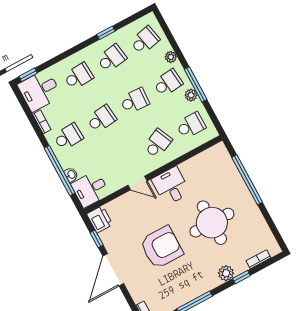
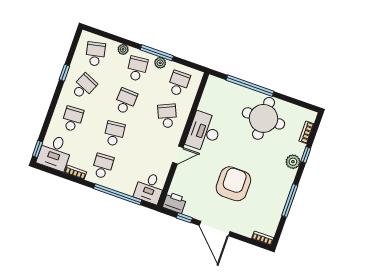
school desk: (112, 58) -> (84, 87), turned 33
washbasin: (71, 175) -> (128, 190), removed
desk: (171, 186) -> (204, 132), width x1.37
round table: (212, 223) -> (263, 118), moved

